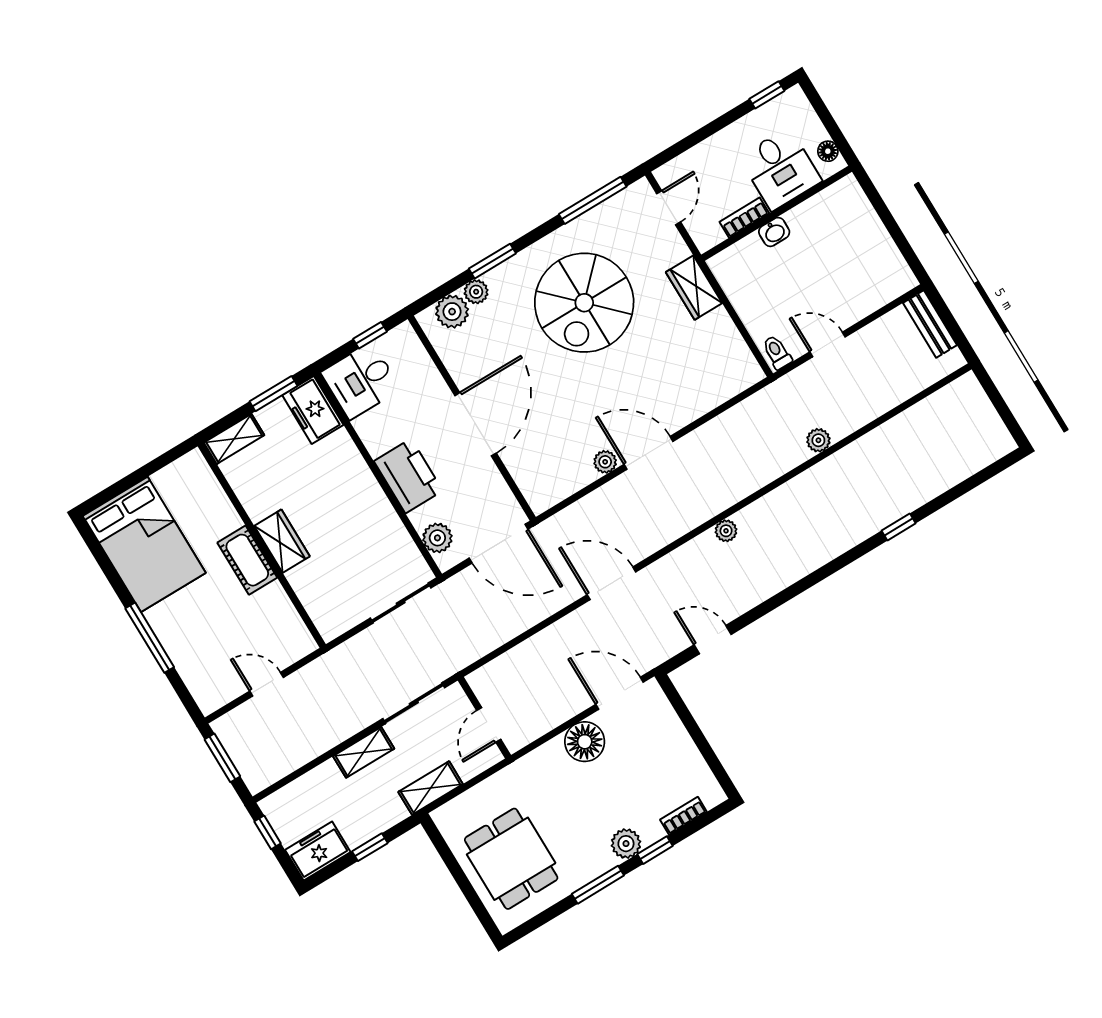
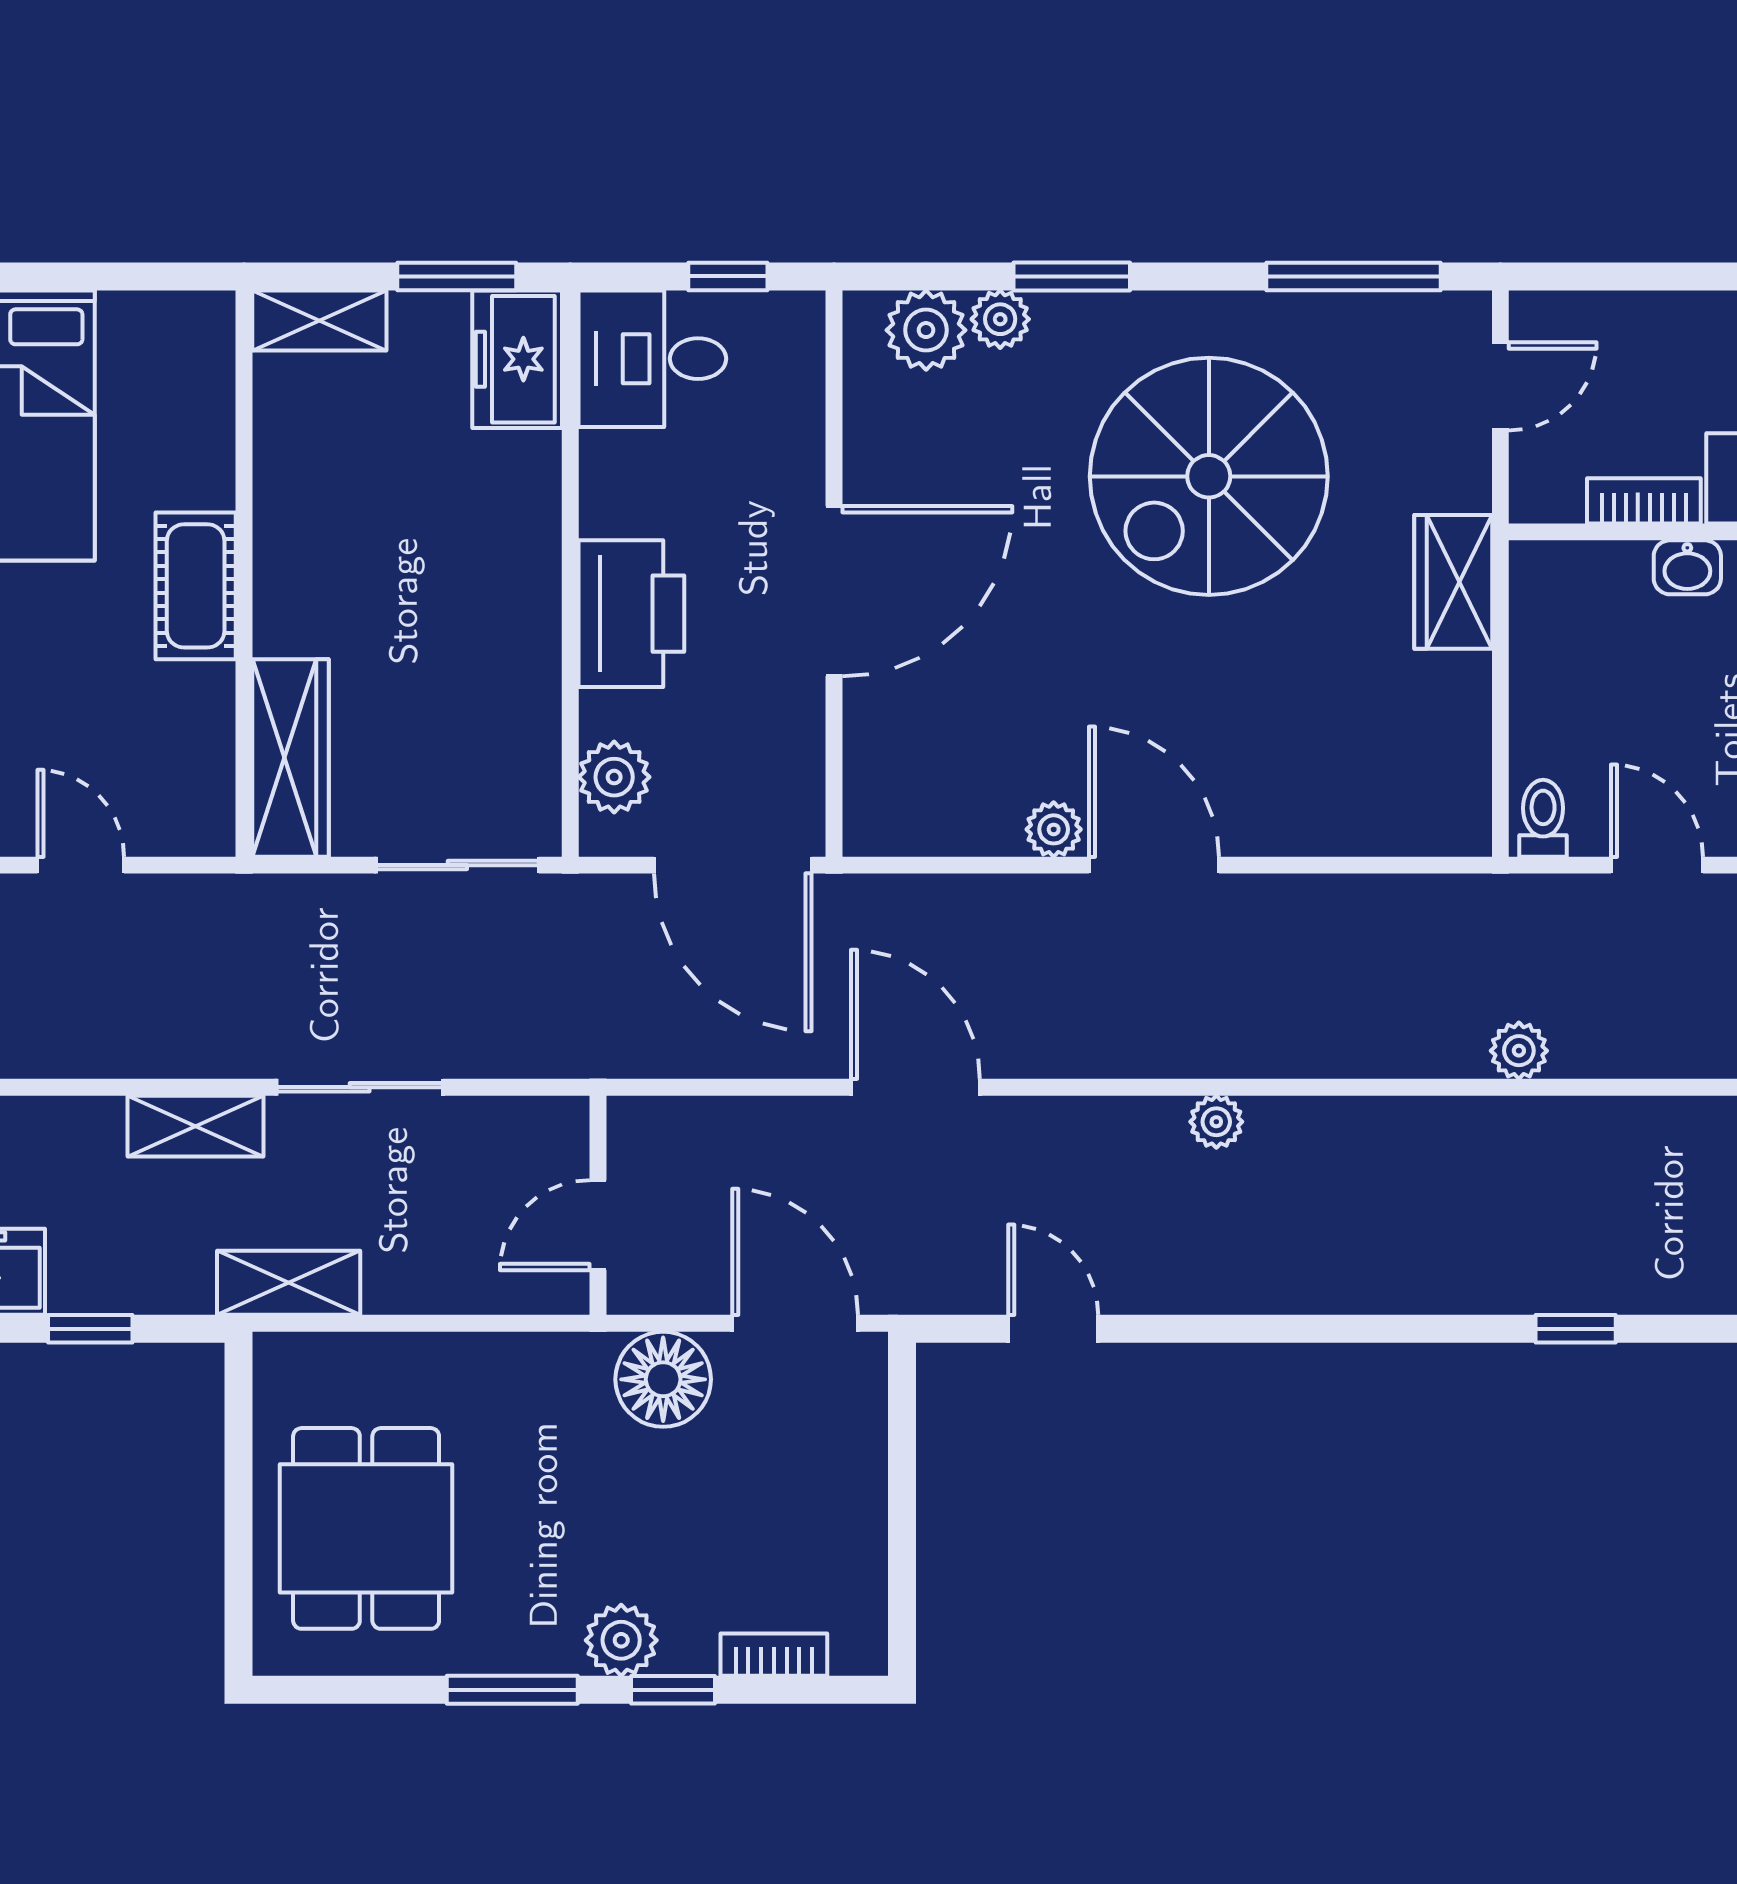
wardrobe: (282, 541) -> (291, 758), moved, width x1.50
wall: (484, 718) -> (598, 1205), moved
door: (489, 725) -> (598, 1225), moved

